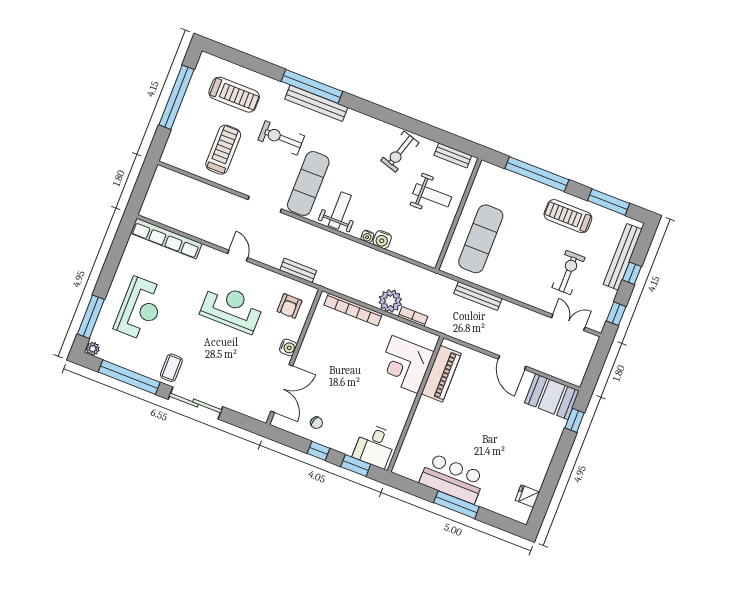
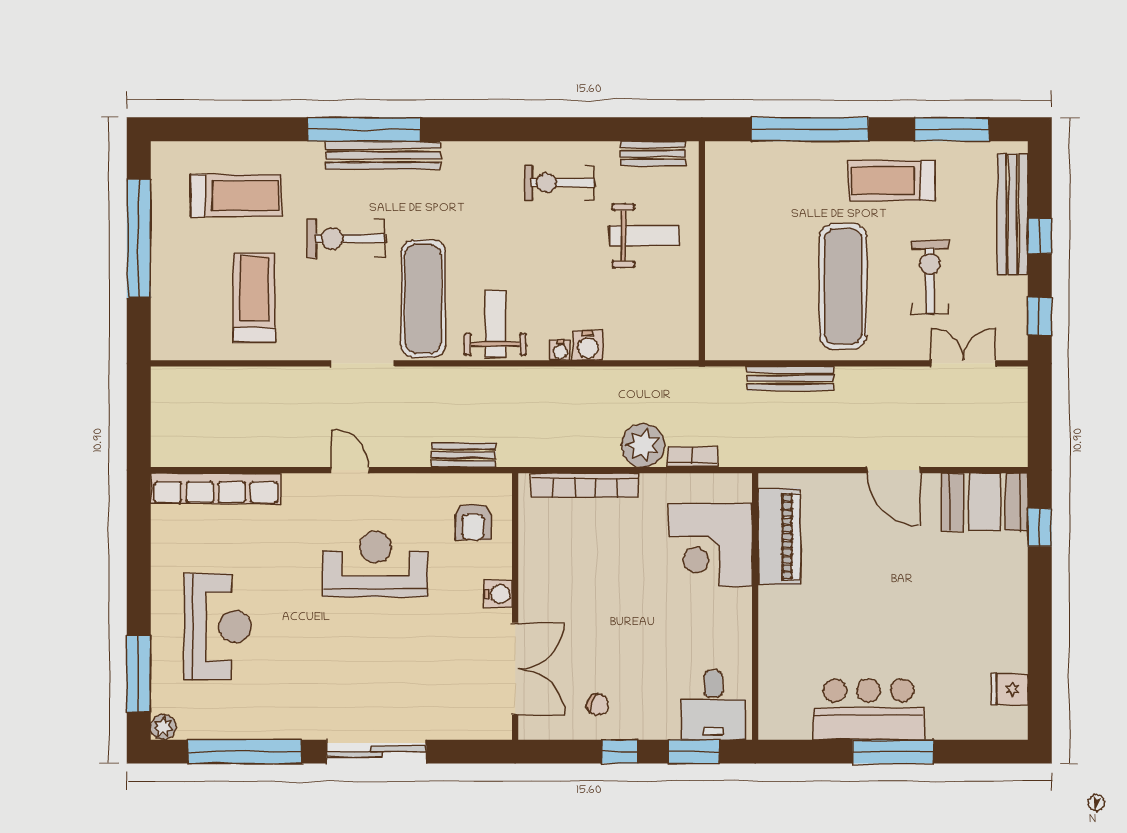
exercise bike: (400, 152) -> (559, 183), turned 73
exercise mat: (481, 239) -> (843, 286), moved
coffee table: (171, 368) -> (311, 707), removed

